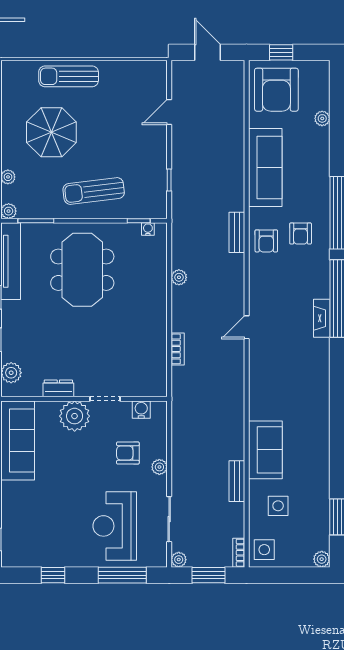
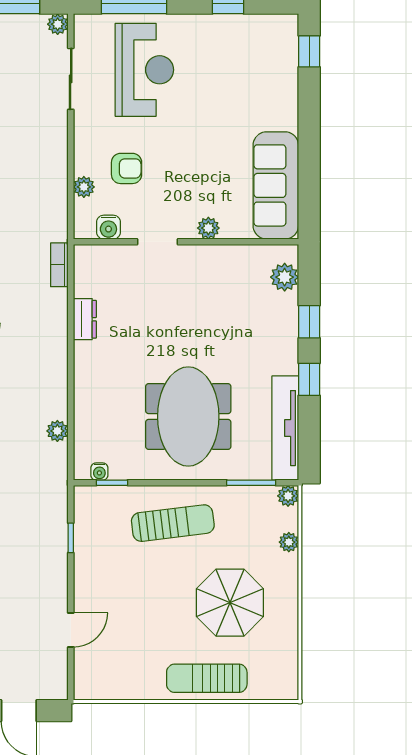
sun lounger: (69, 76) -> (207, 678), turned 180
plant: (179, 277) -> (57, 431), moved
bookcase: (178, 349) -> (59, 265), moved
dresser: (58, 388) -> (85, 319), moved, turned -90
plant: (75, 416) -> (208, 228), width x0.53, depth x0.53
plant: (159, 467) -> (84, 187), moved

